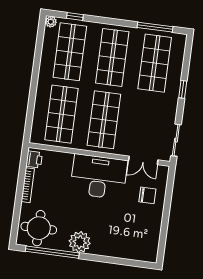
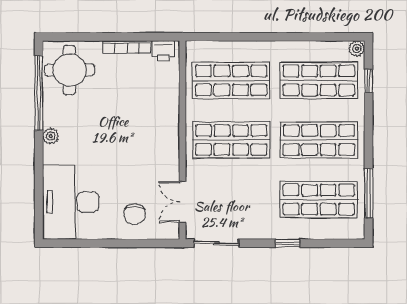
desk: (99, 177) -> (71, 202), moved, turned 180
plant: (80, 242) -> (51, 136), width x0.53, depth x0.53

